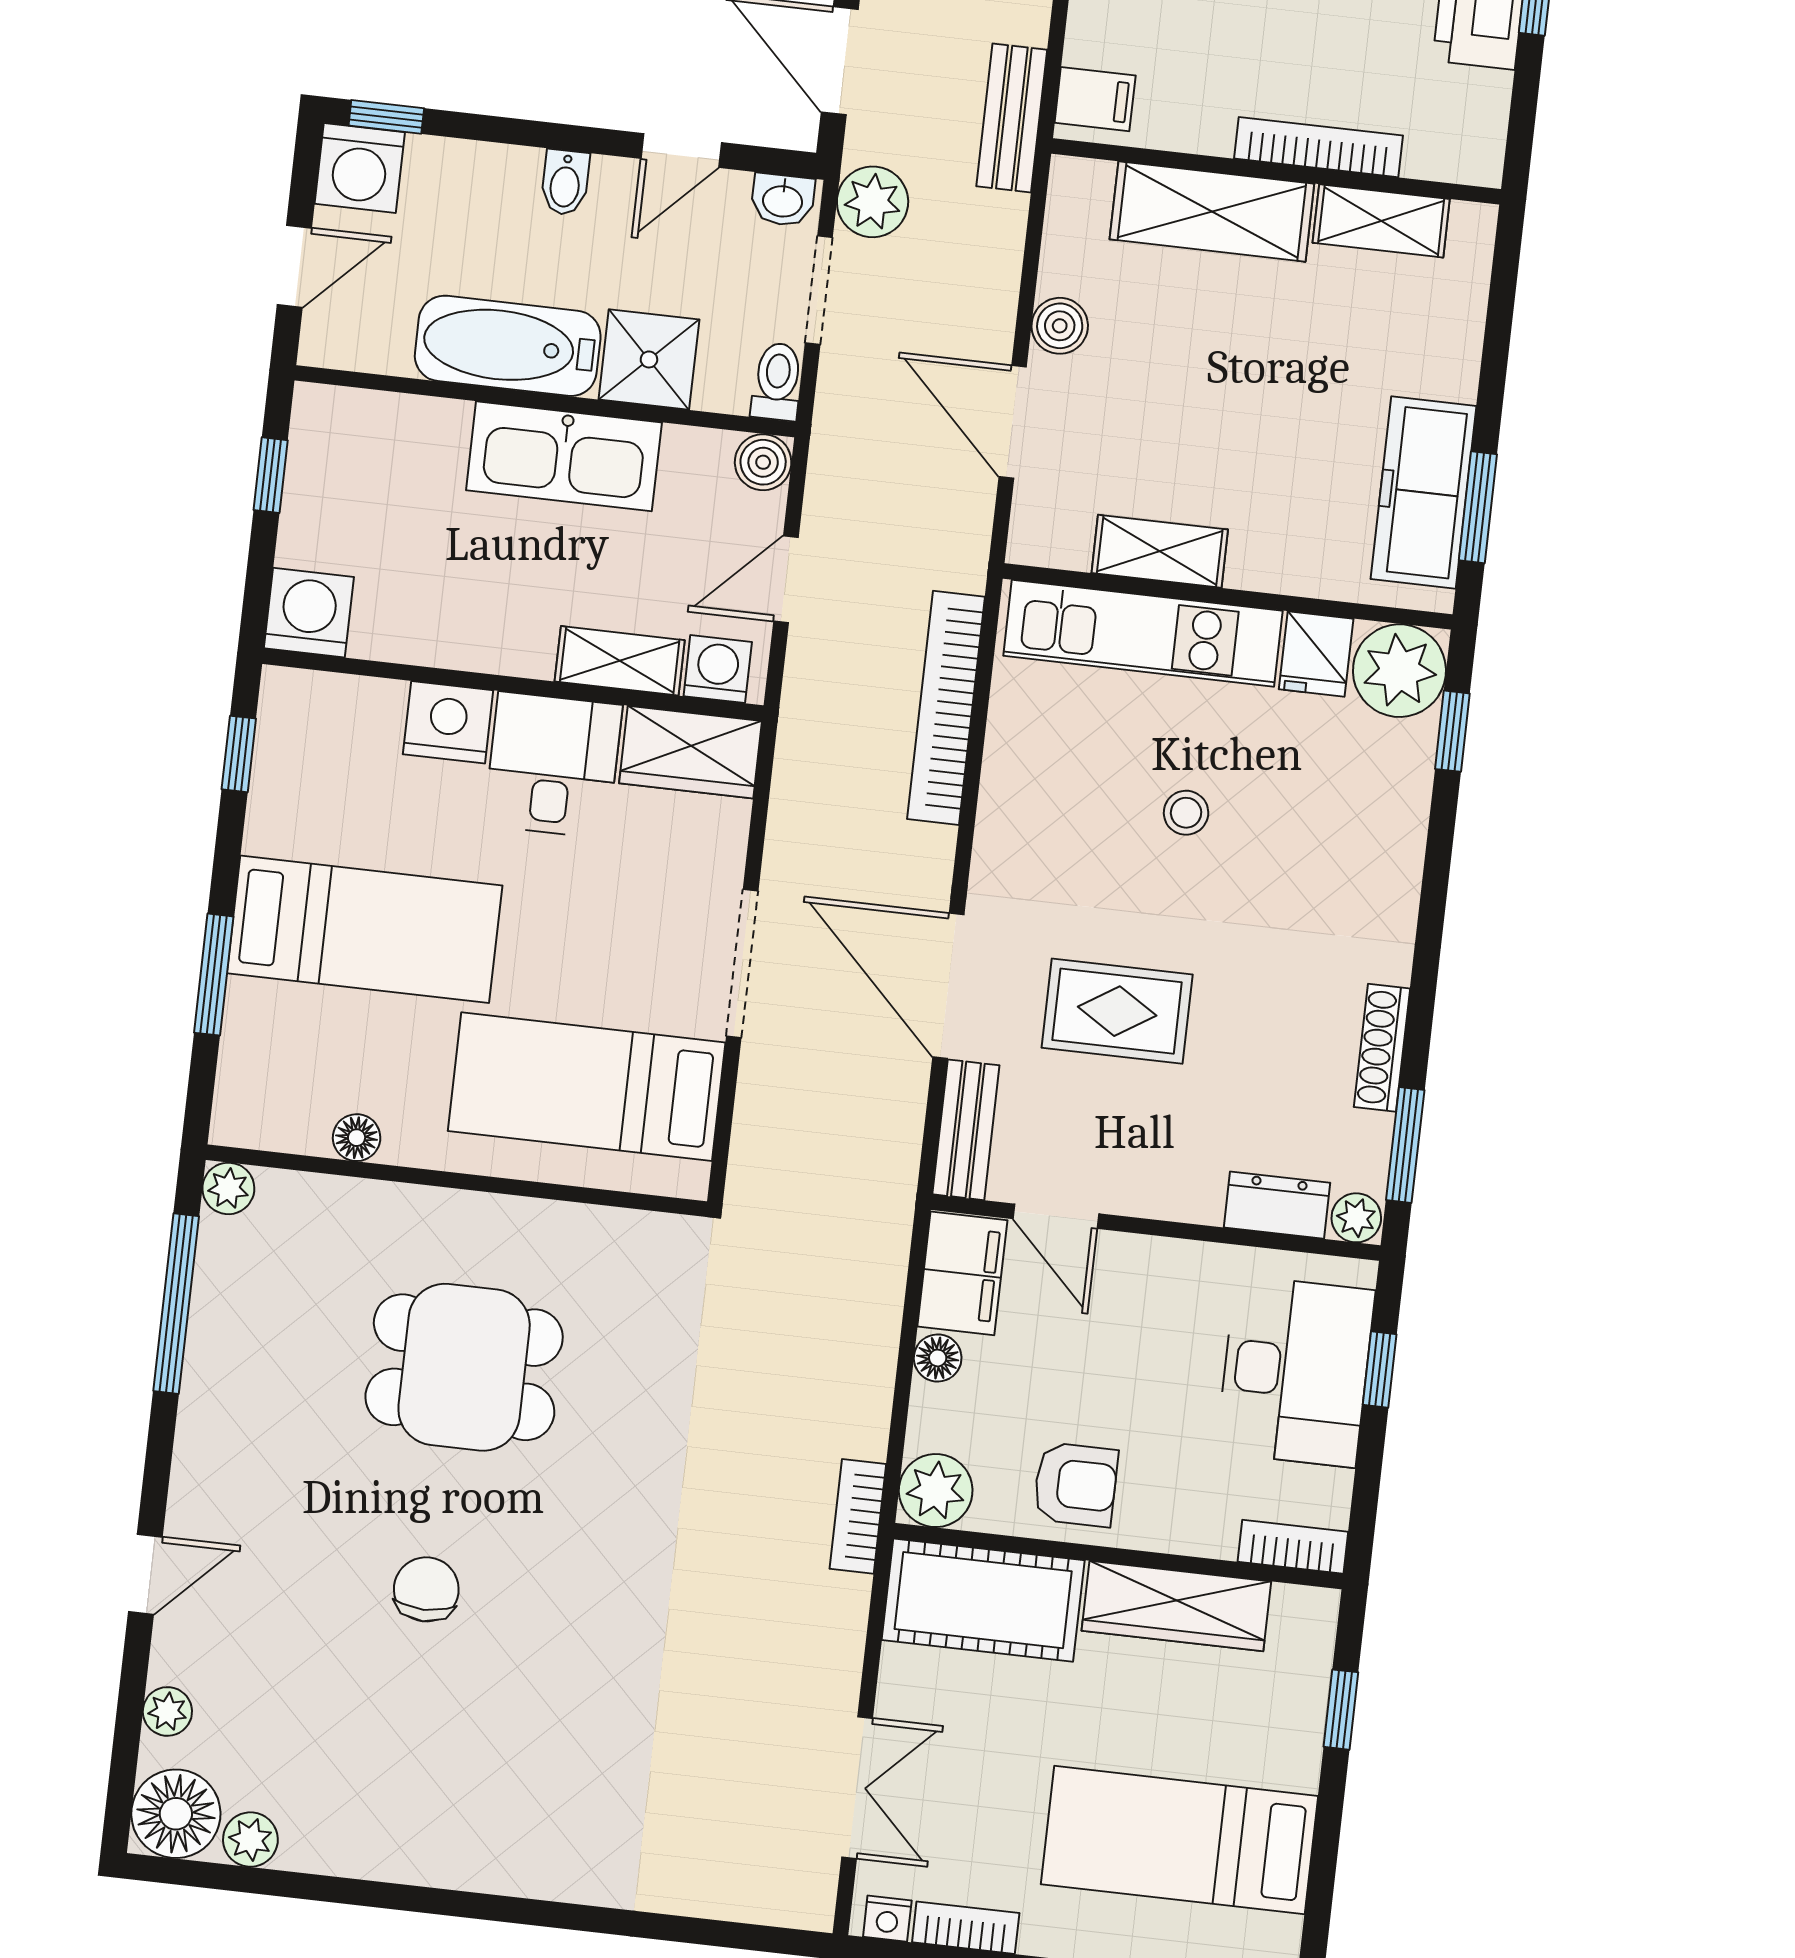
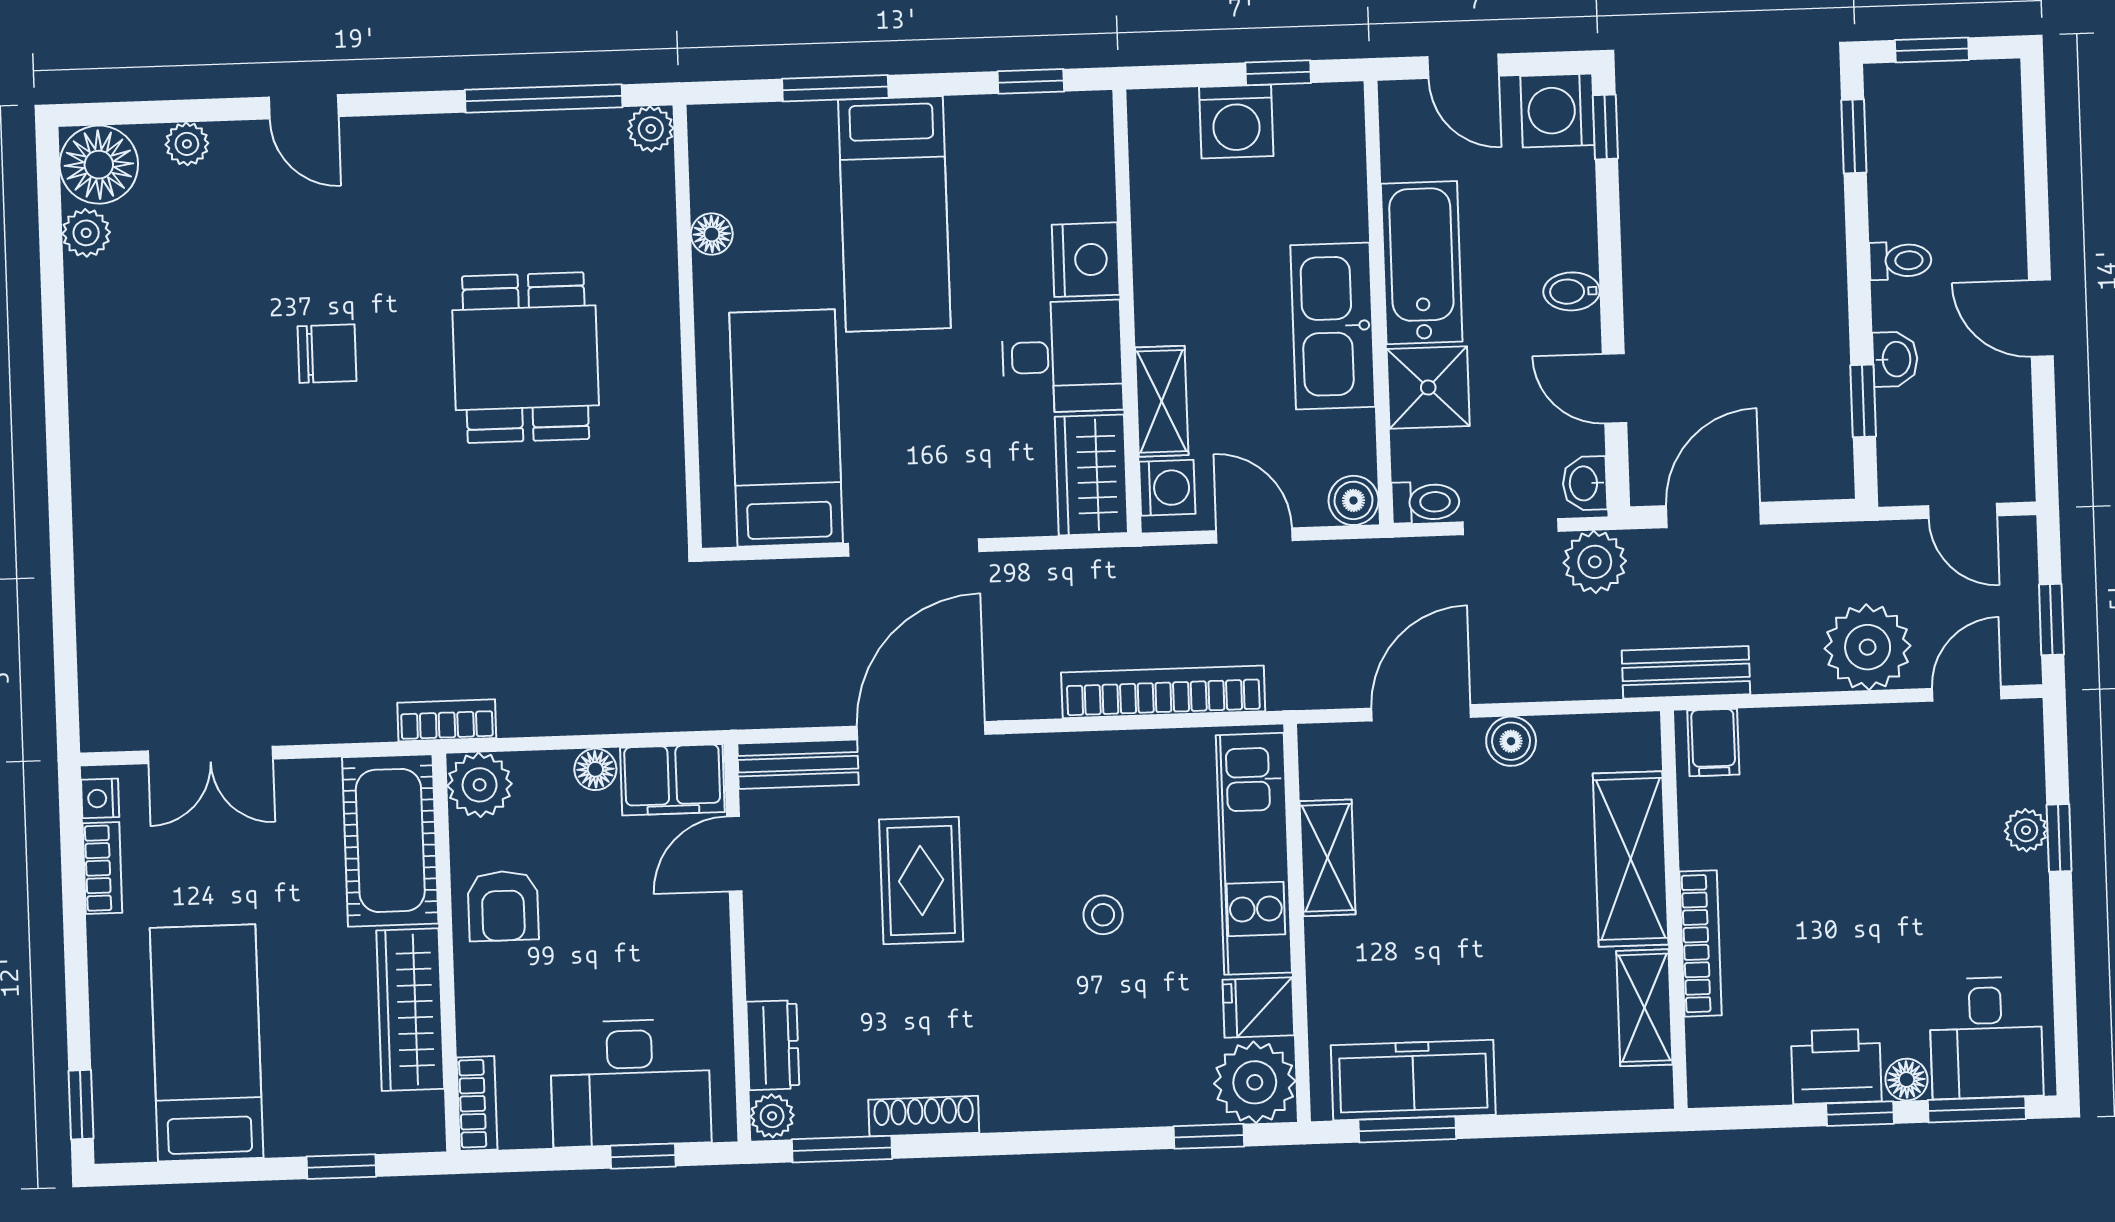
washing machine: (309, 613) -> (1236, 122), moved, turned 90

